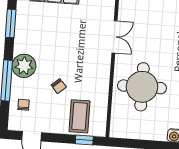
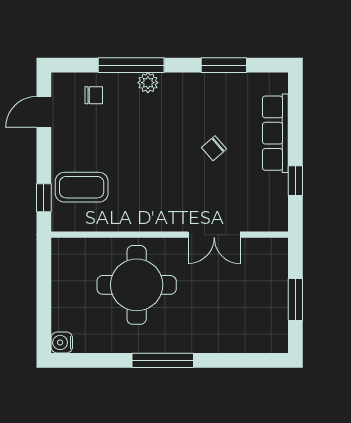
plant: (24, 66) -> (148, 83), width x0.53, depth x0.53
chair: (59, 86) -> (214, 148), moved

